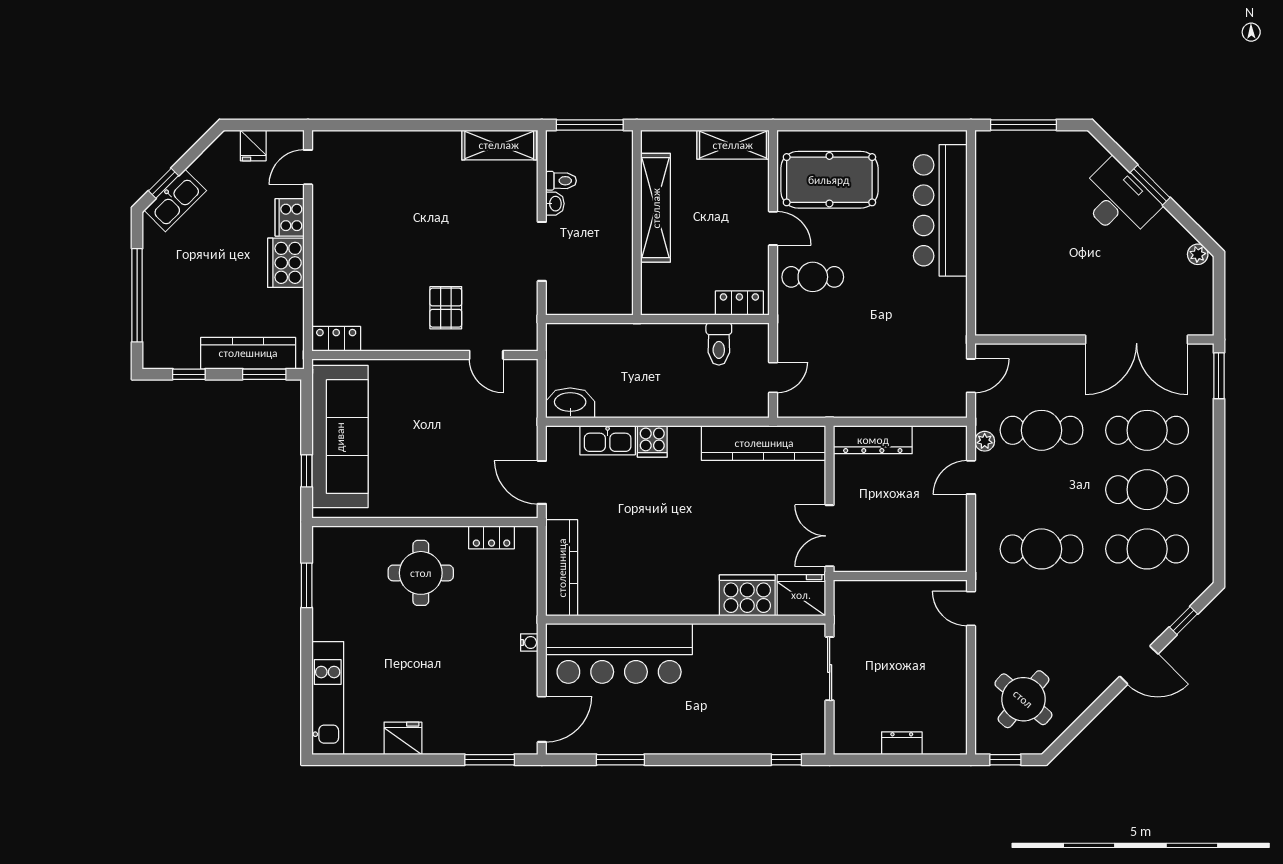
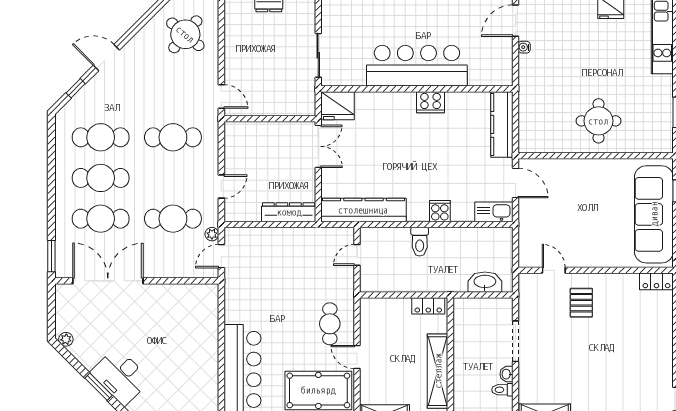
cafe table: (813, 277) -> (330, 324), turned 90
locker: (739, 303) -> (428, 306), moved
toilet: (719, 344) -> (420, 242), moved, turned 180
washbasin: (570, 403) -> (485, 282), moved, turned 180
kitchen sink: (608, 440) -> (494, 212), moved
plant: (985, 441) -> (212, 234), moved
locker: (492, 537) -> (550, 145), removed
cooker: (747, 595) -> (431, 102), moved, width x0.73, depth x0.76
water cooler: (529, 642) -> (524, 47), moved
bar counter: (619, 653) -> (417, 66), moved

